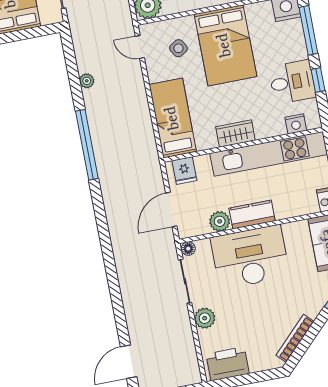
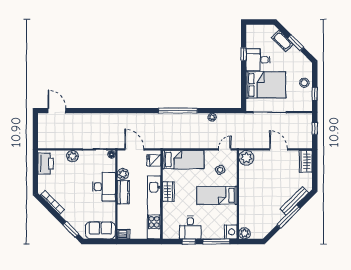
bed: (225, 45) -> (217, 195), width x0.67
nightstand: (296, 124) -> (167, 225), removed
desk: (250, 257) -> (104, 187), width x0.73, depth x0.77

